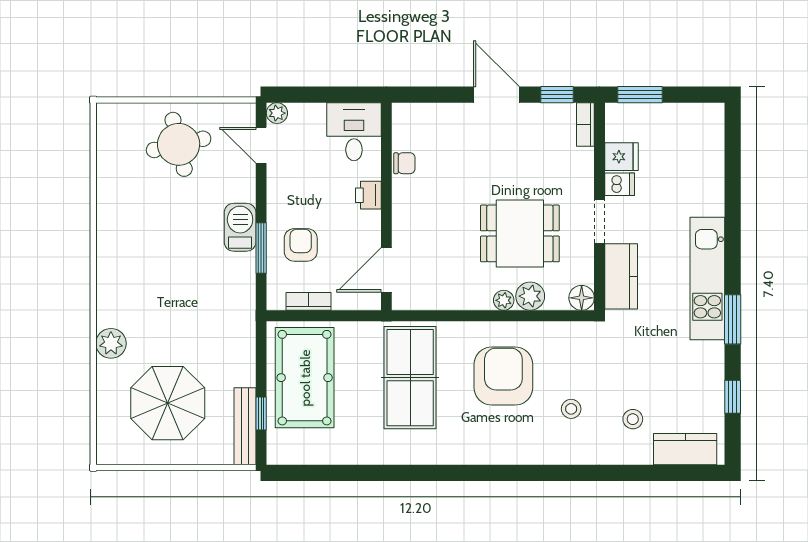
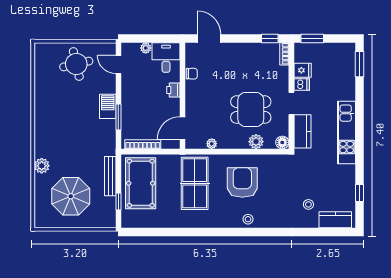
door: (496, 95) -> (209, 39), moved
plant: (277, 113) -> (146, 48), moved
armchair: (301, 245) -> (139, 115), removed
plant: (504, 300) -> (212, 144), moved
bookcase: (309, 301) -> (143, 144), width x1.56
window: (733, 319) -> (360, 64), moved
stool: (571, 409) -> (248, 219), moved
bench: (245, 426) -> (110, 176), moved

